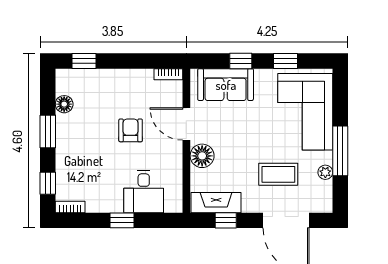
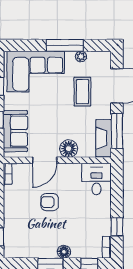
floor lamp: (64, 104) -> (64, 252), moved
desk: (144, 192) -> (97, 179), moved, turned -90
window: (122, 220) -> (117, 227), moved
window: (226, 220) -> (117, 131), width x2.17

